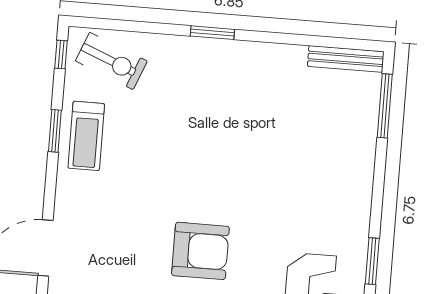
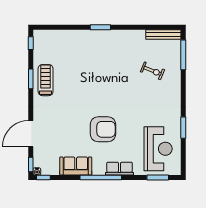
exercise bike: (111, 61) -> (152, 71), moved, width x0.73, depth x0.72
treadmill: (86, 136) -> (46, 80), turned 180

